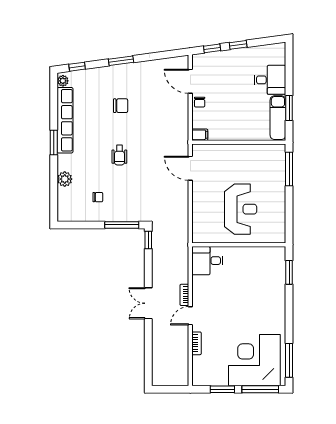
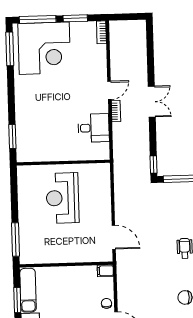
desk: (207, 261) -> (94, 128), moved
bookcase: (197, 343) -> (101, 32), moved

